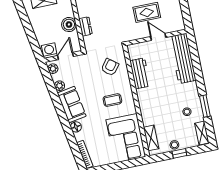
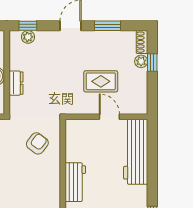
workbench: (140, 73) -> (75, 182), moved
coffee table: (112, 100) -> (32, 188), removed

